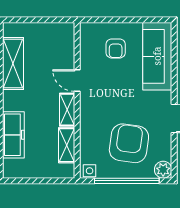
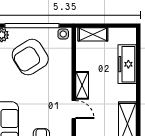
armchair: (129, 143) -> (30, 57), turned 50
shelving: (67, 145) -> (93, 34), moved, turned 90

